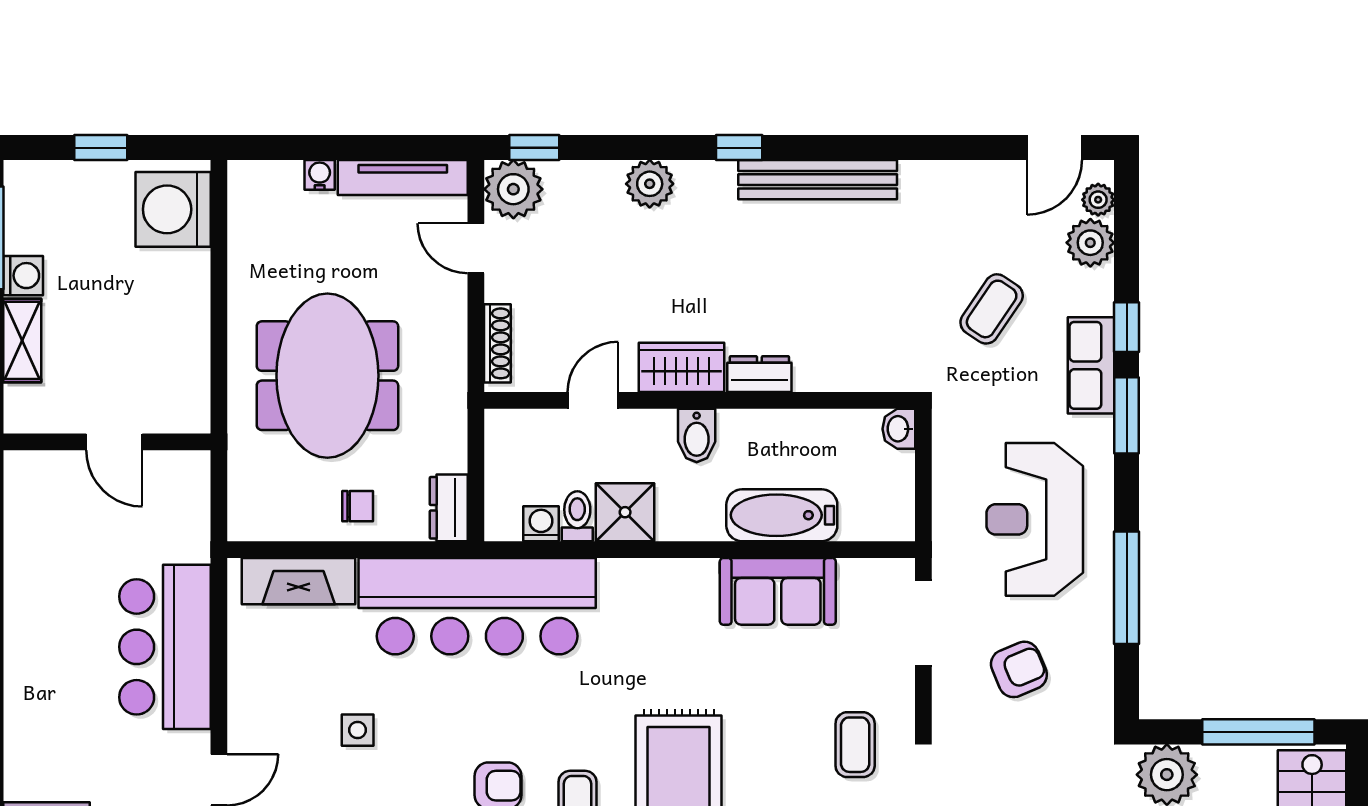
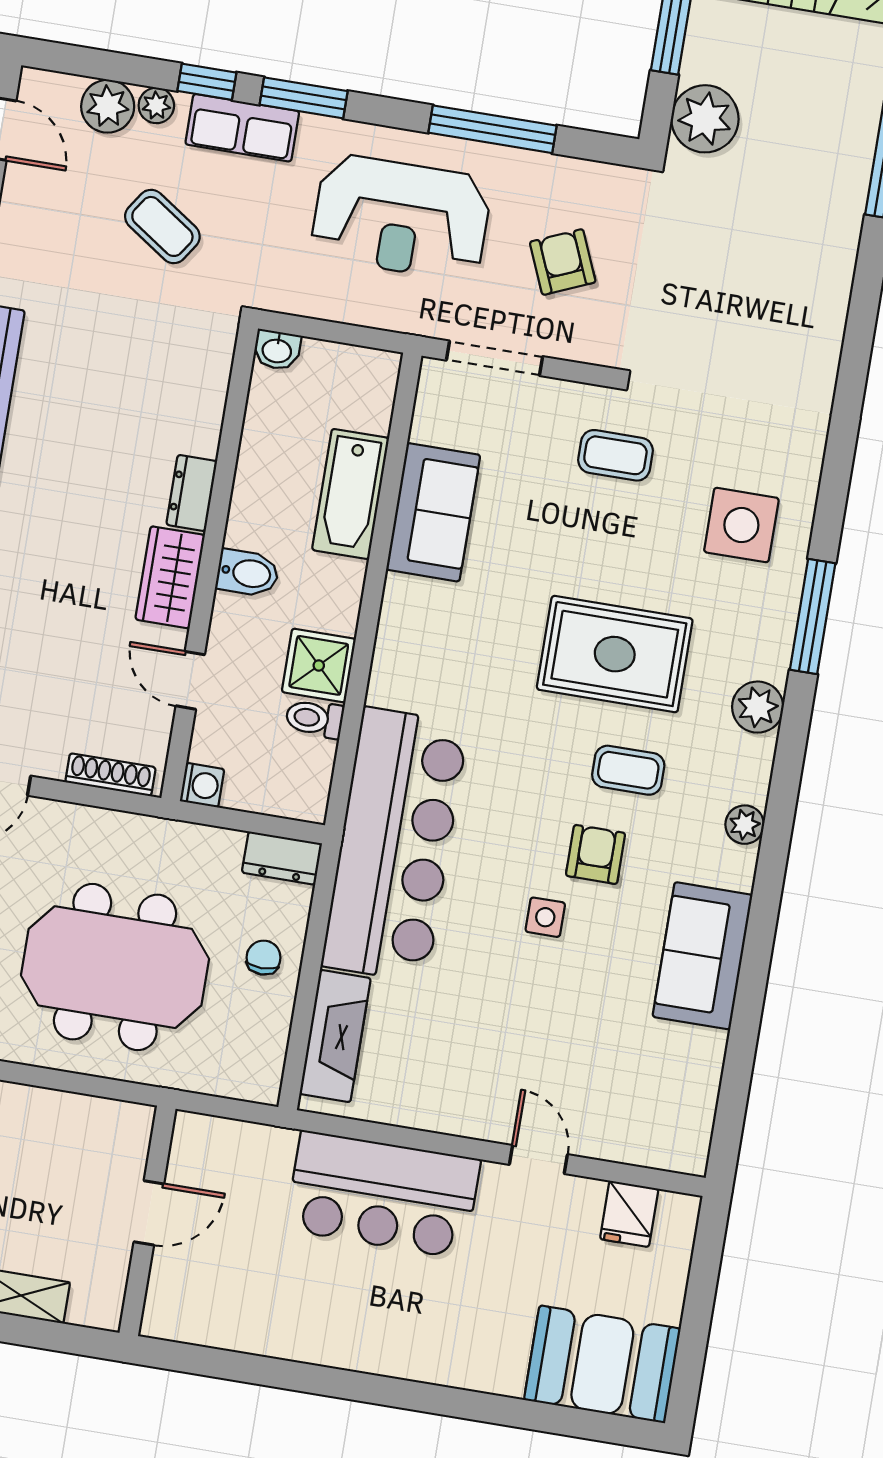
plant: (1098, 200) -> (156, 105), moved
washing machine: (541, 524) -> (202, 785), moved, turned 180
side table: (358, 730) -> (545, 917), moved

